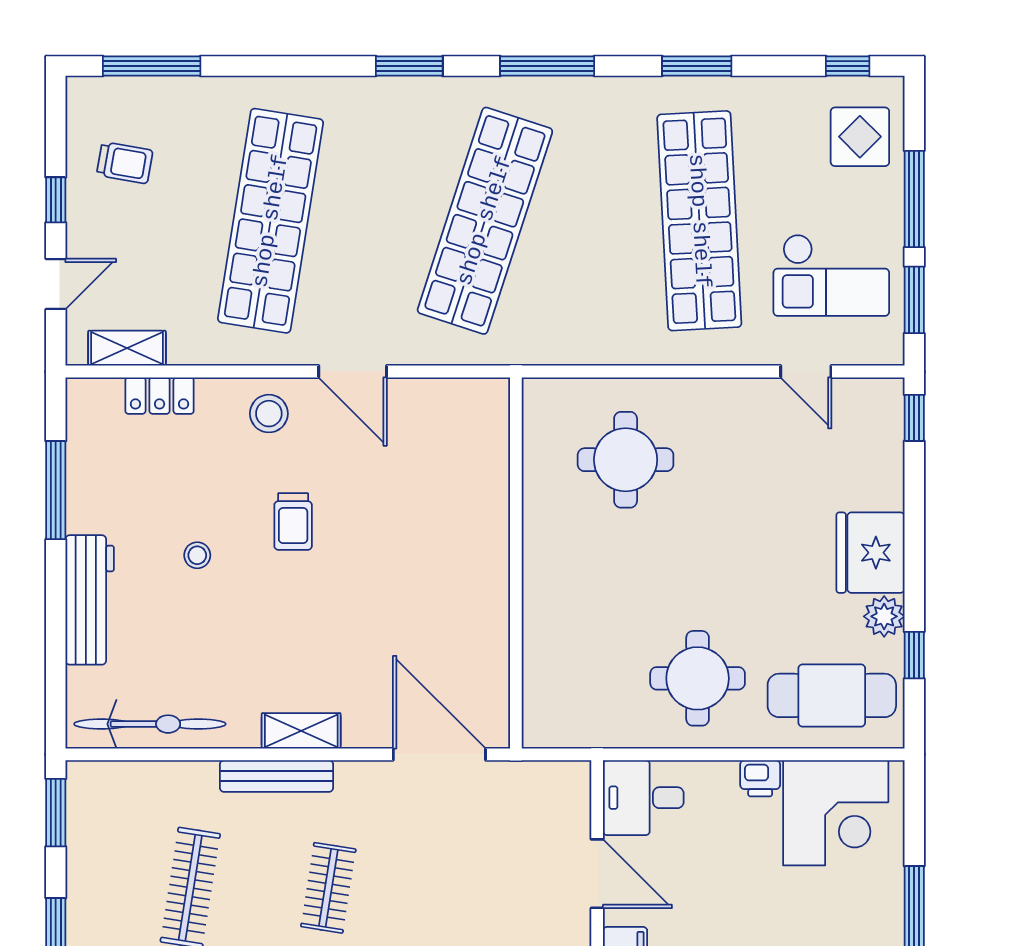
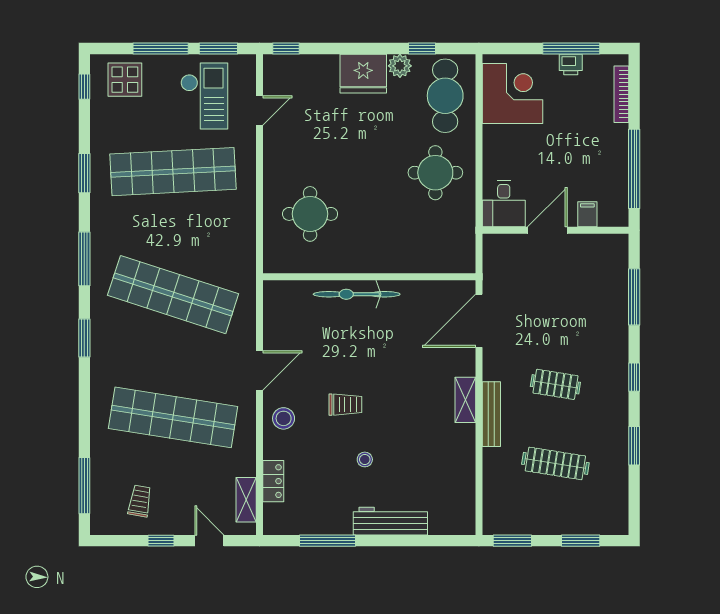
bicycle: (150, 724) -> (357, 294), moved, turned -90
printer: (760, 778) -> (571, 64), moved, turned 90

